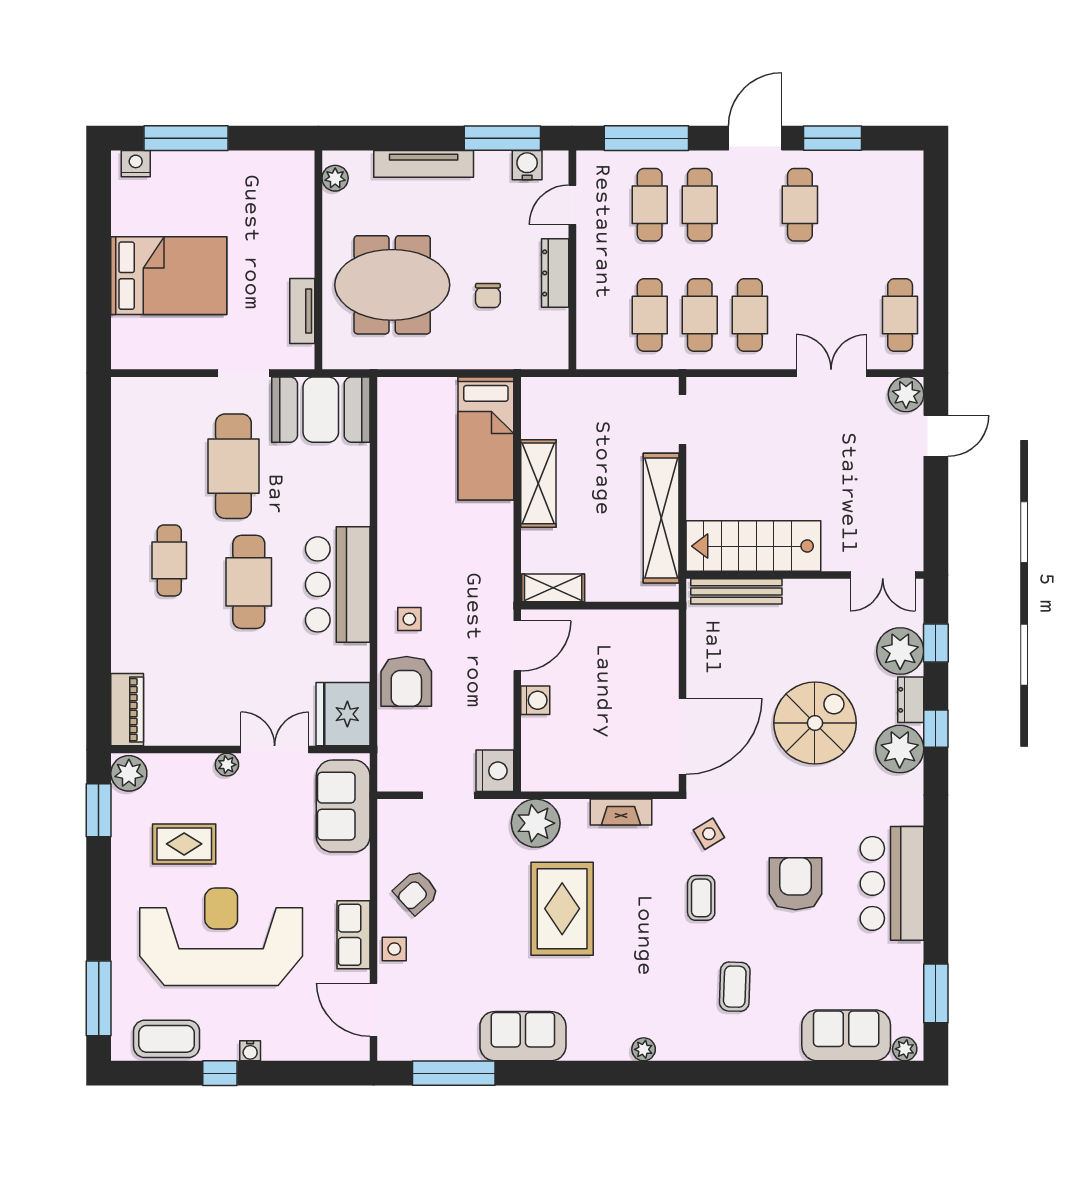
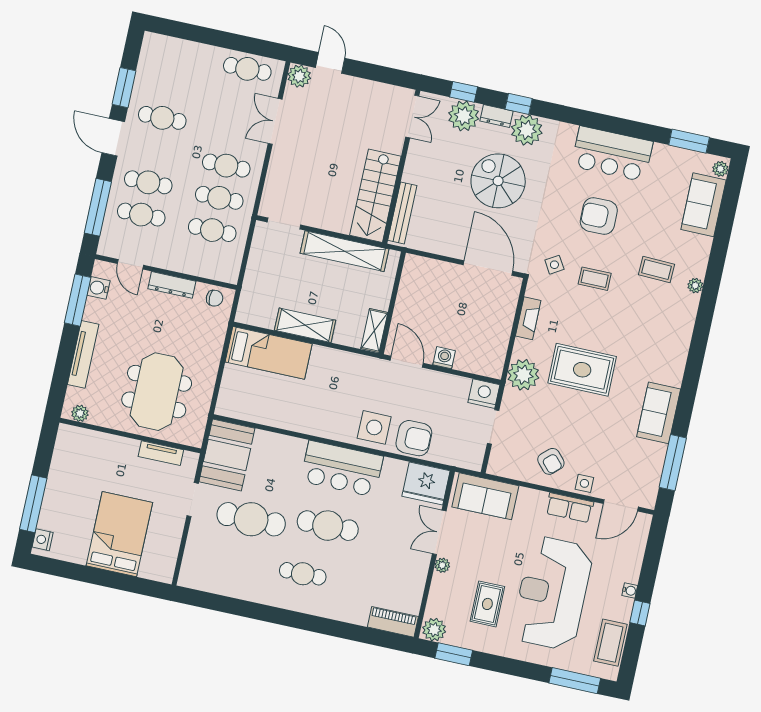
chair: (488, 295) -> (215, 298), moved
side table: (409, 619) -> (374, 427), width x1.87, depth x1.87
plant: (644, 1049) -> (695, 286), moved

